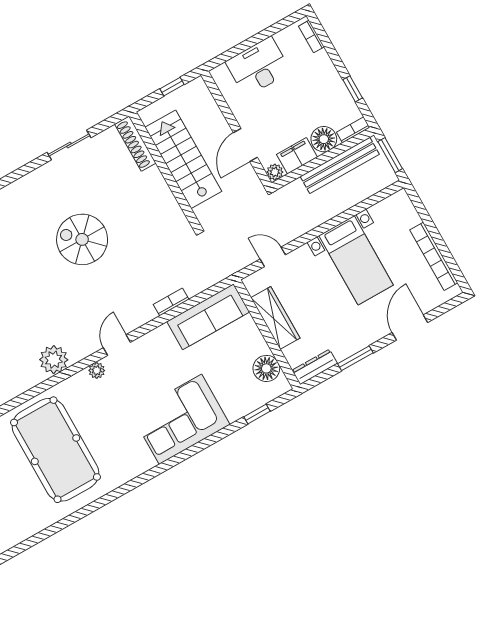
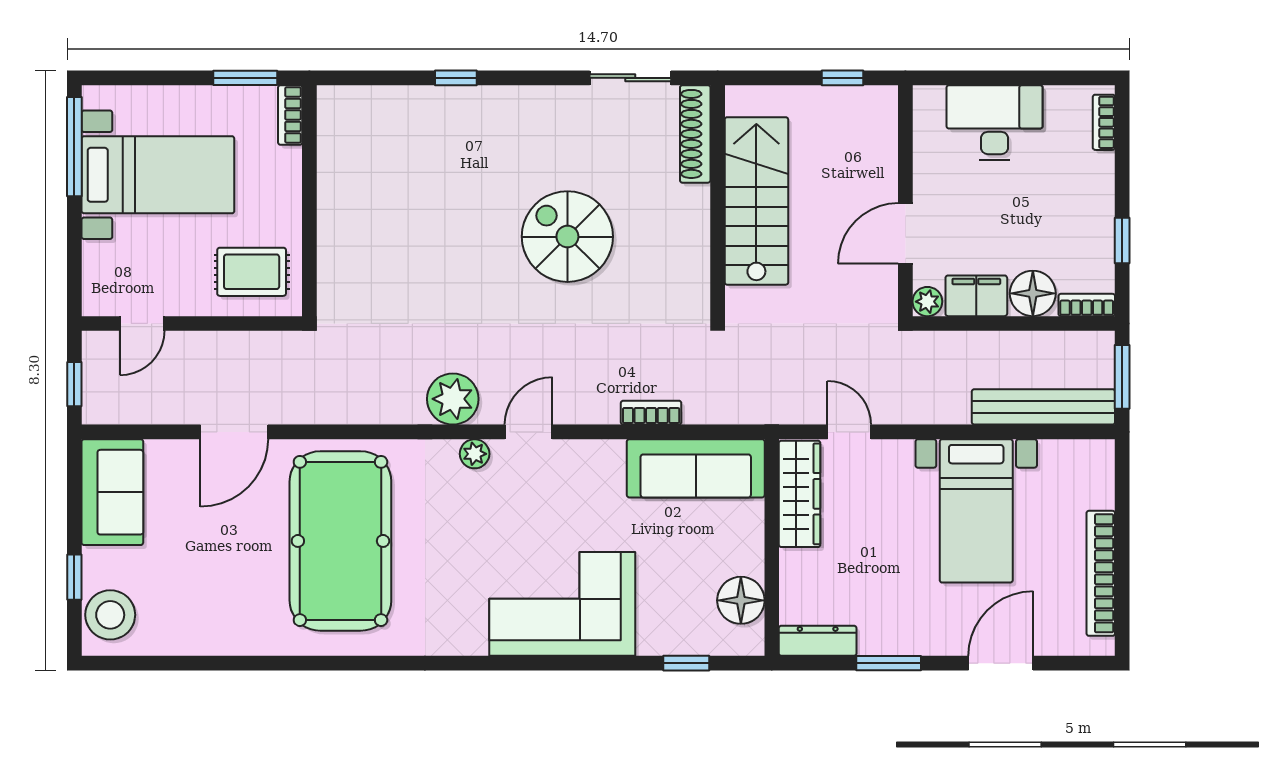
shoe rack: (135, 144) -> (695, 134), moved
stairs: (183, 159) -> (756, 201), moved
bench: (340, 165) -> (1043, 407), moved
wall: (164, 170) -> (718, 201), moved
wardrobe: (275, 318) -> (800, 494), moved
plant: (54, 360) -> (453, 399), moved

